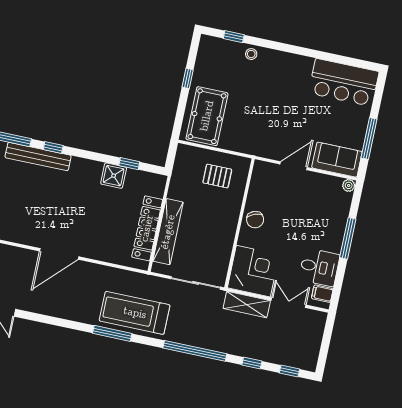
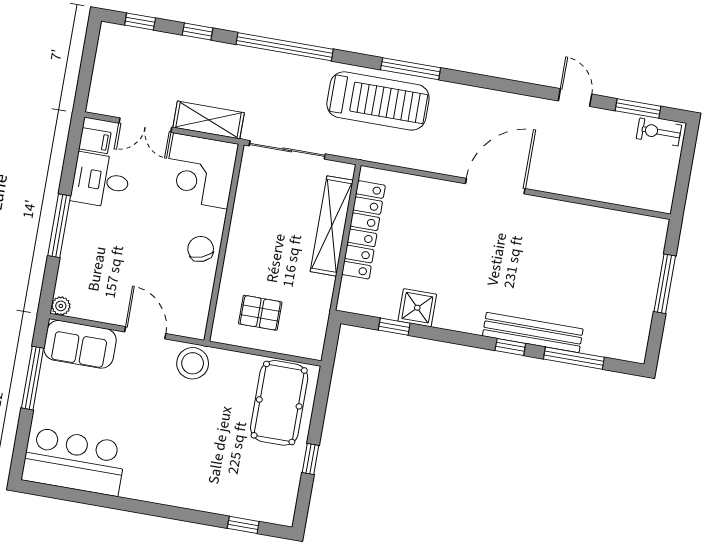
stool: (251, 54) -> (193, 363), moved, width x1.89, depth x1.89
door: (294, 166) -> (145, 333), swing flipped

